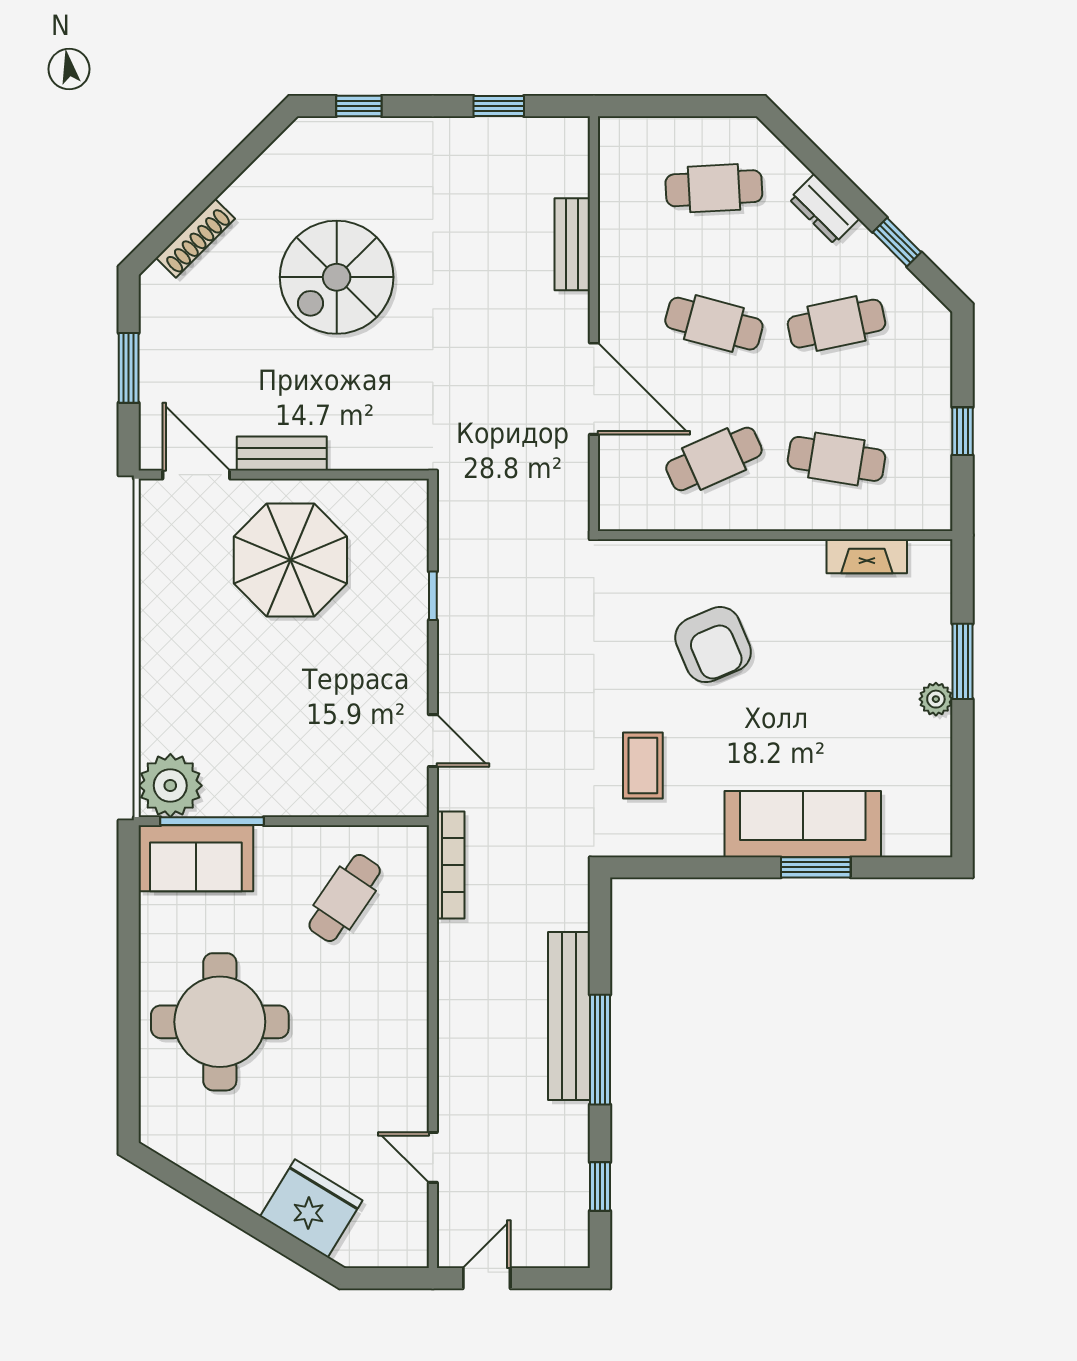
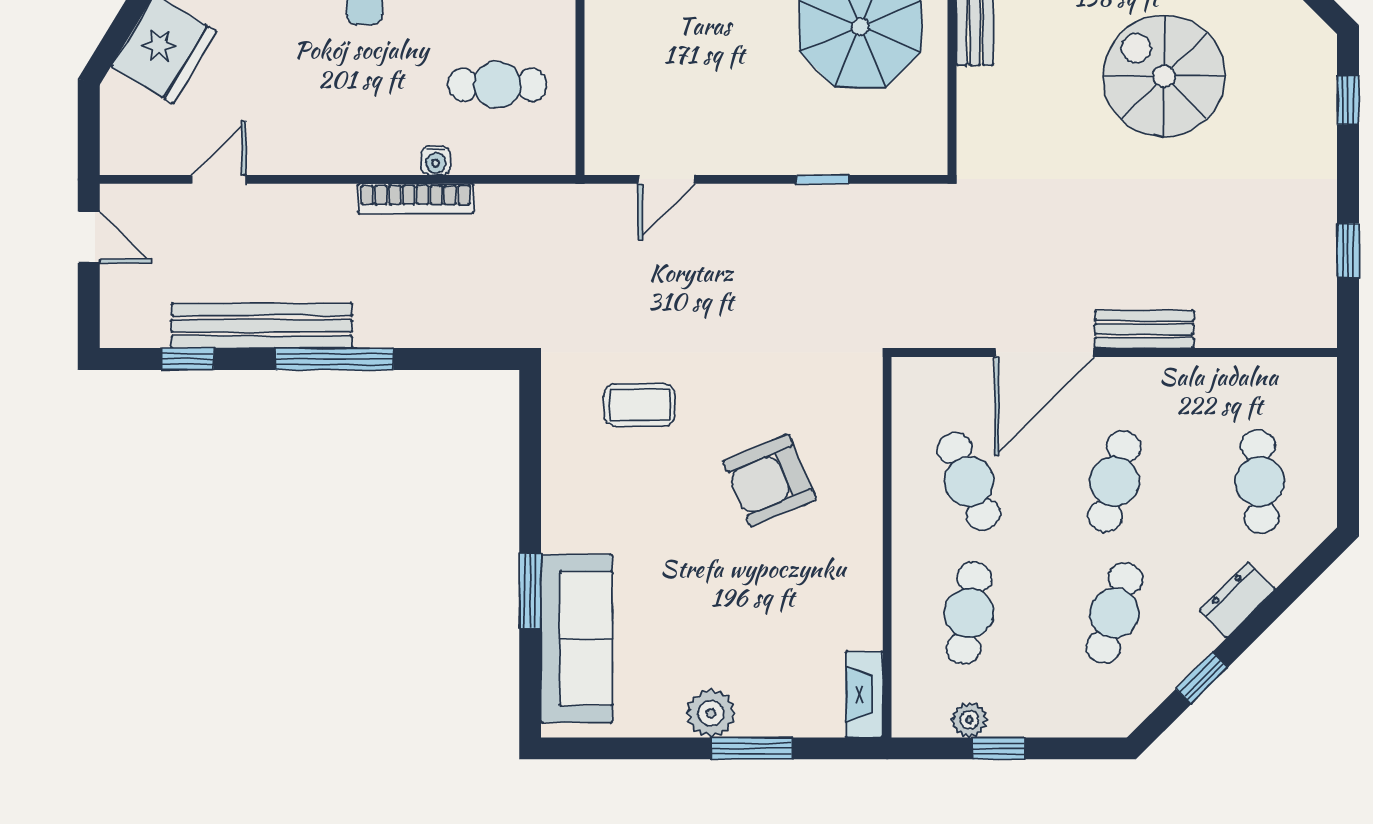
bench: (572, 244) -> (1144, 329), moved
cafe table: (836, 324) -> (1114, 613), turned 30
plant: (936, 459) -> (969, 720), added
fireplace: (867, 556) -> (864, 694), moved
plant: (936, 699) -> (711, 713), width x1.38, depth x1.38
sofa: (803, 824) -> (577, 639), moved
bookcase: (451, 865) -> (416, 199), moved
cafe table: (345, 898) -> (497, 85), turned -34
water cooler: (415, 955) -> (436, 161), added
bench: (569, 1016) -> (262, 326), moved

